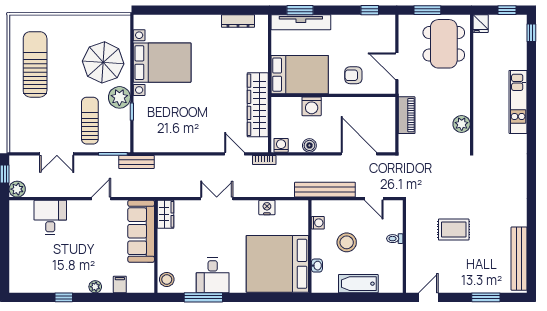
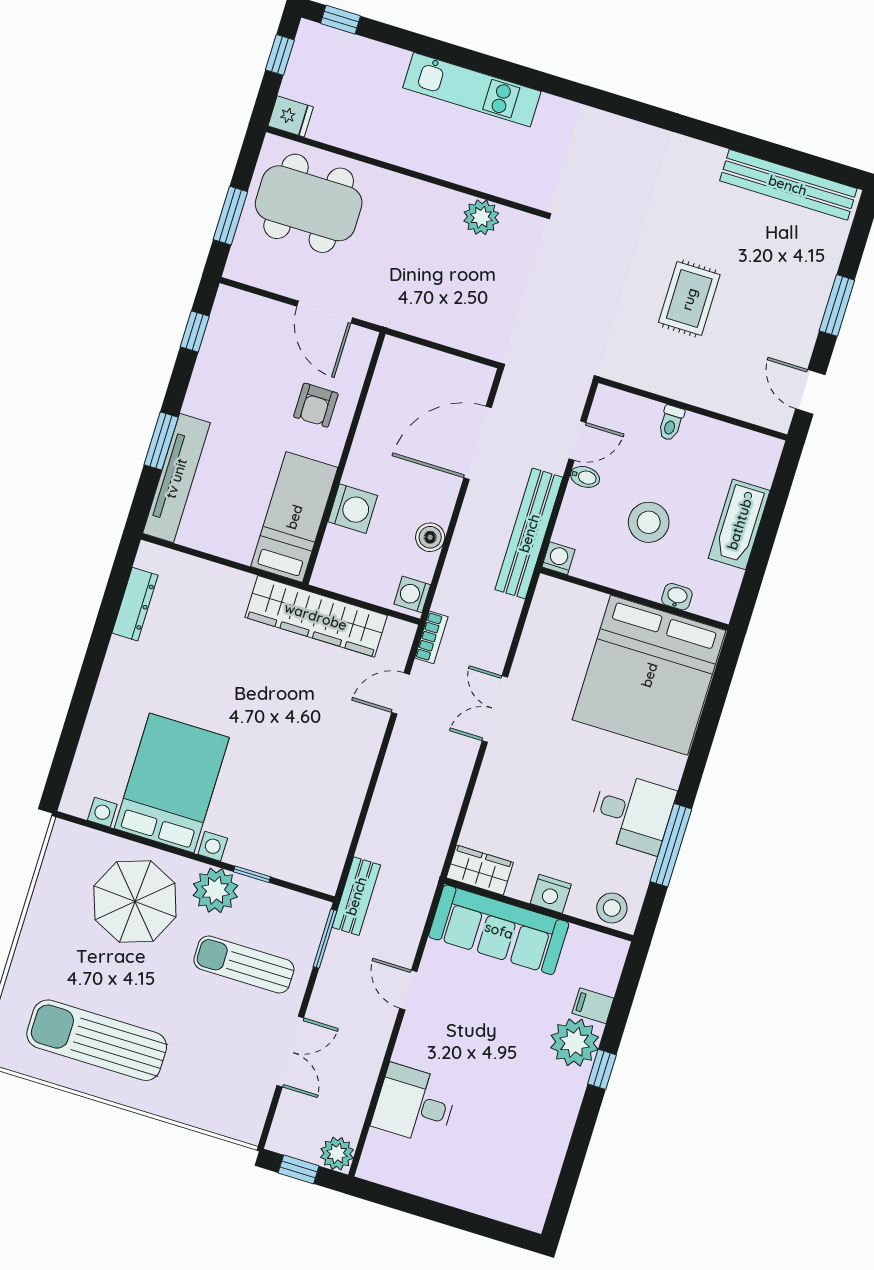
window: (300, 10) -> (161, 441), moved
door: (397, 66) -> (325, 312), hinge flipped
bed: (300, 75) -> (294, 517), width x0.67
piano: (407, 115) -> (429, 323), removed
double door: (217, 199) -> (495, 709), moved
nightstand: (267, 207) -> (551, 894), moved, turned -90
bidet: (358, 207) -> (585, 477), added
washing machine: (318, 223) -> (558, 558), moved
plant: (95, 287) -> (575, 1042), width x1.88, depth x1.88
window: (64, 297) -> (602, 1069), moved
window: (486, 297) -> (837, 305), moved

